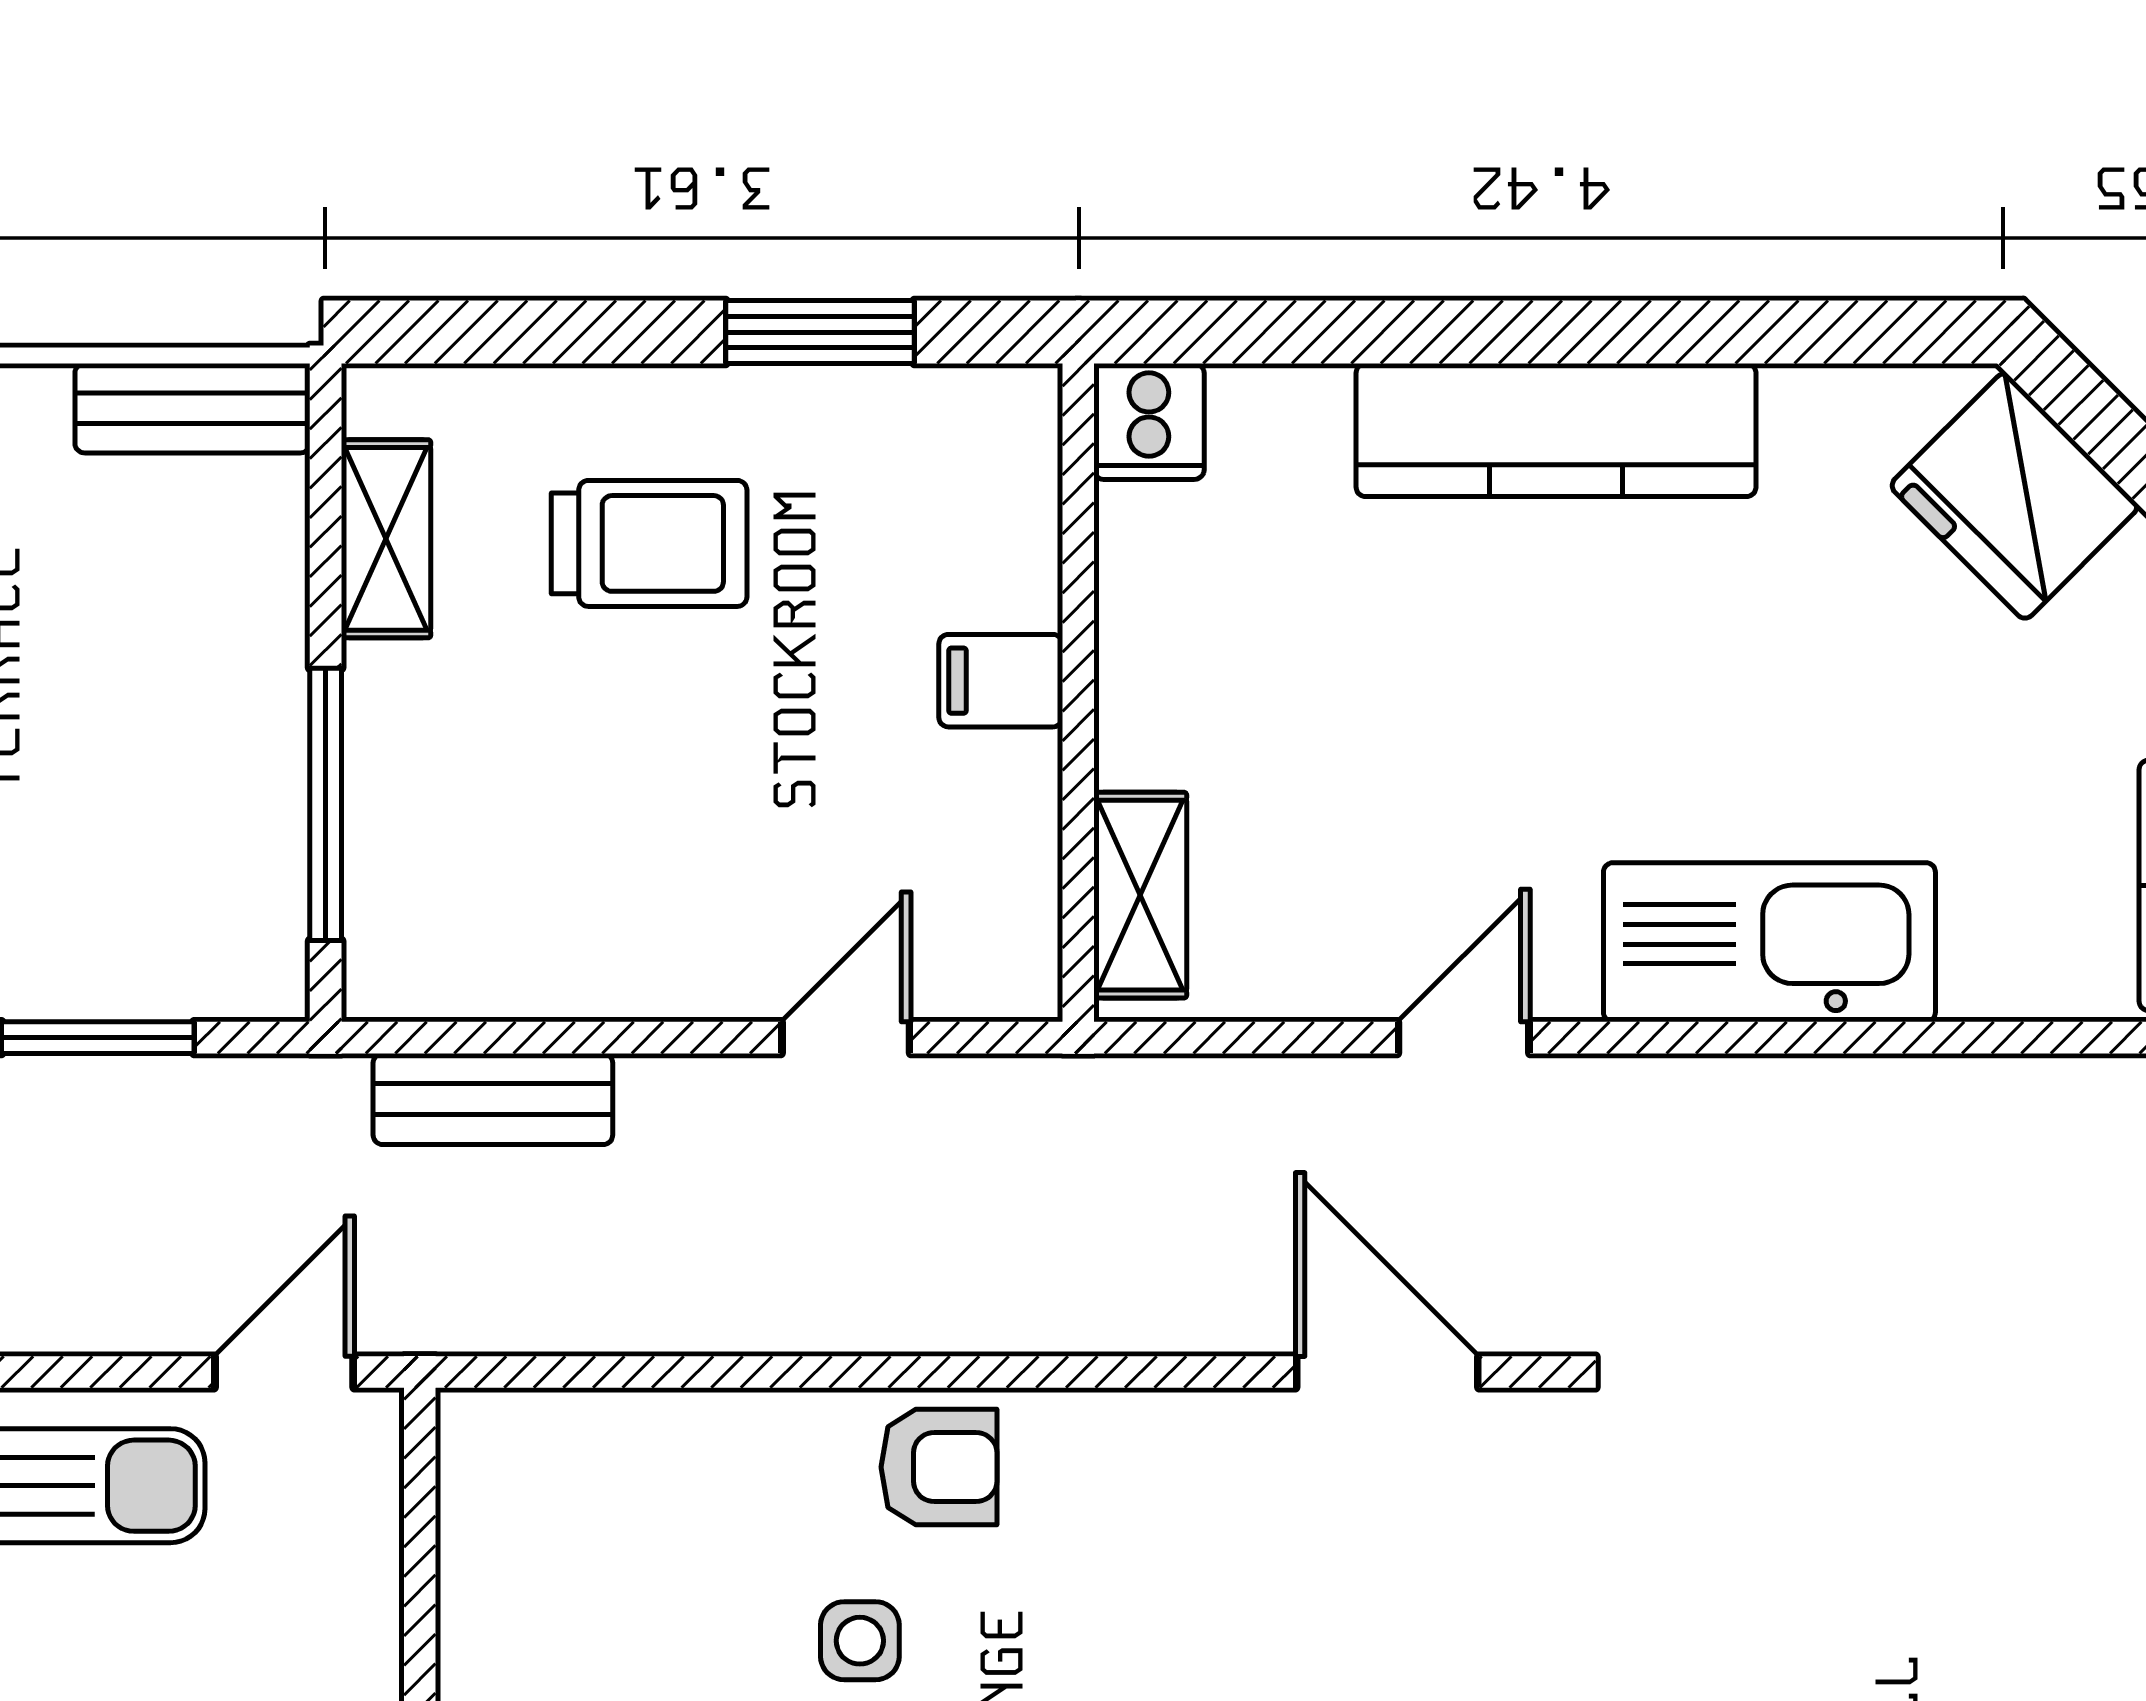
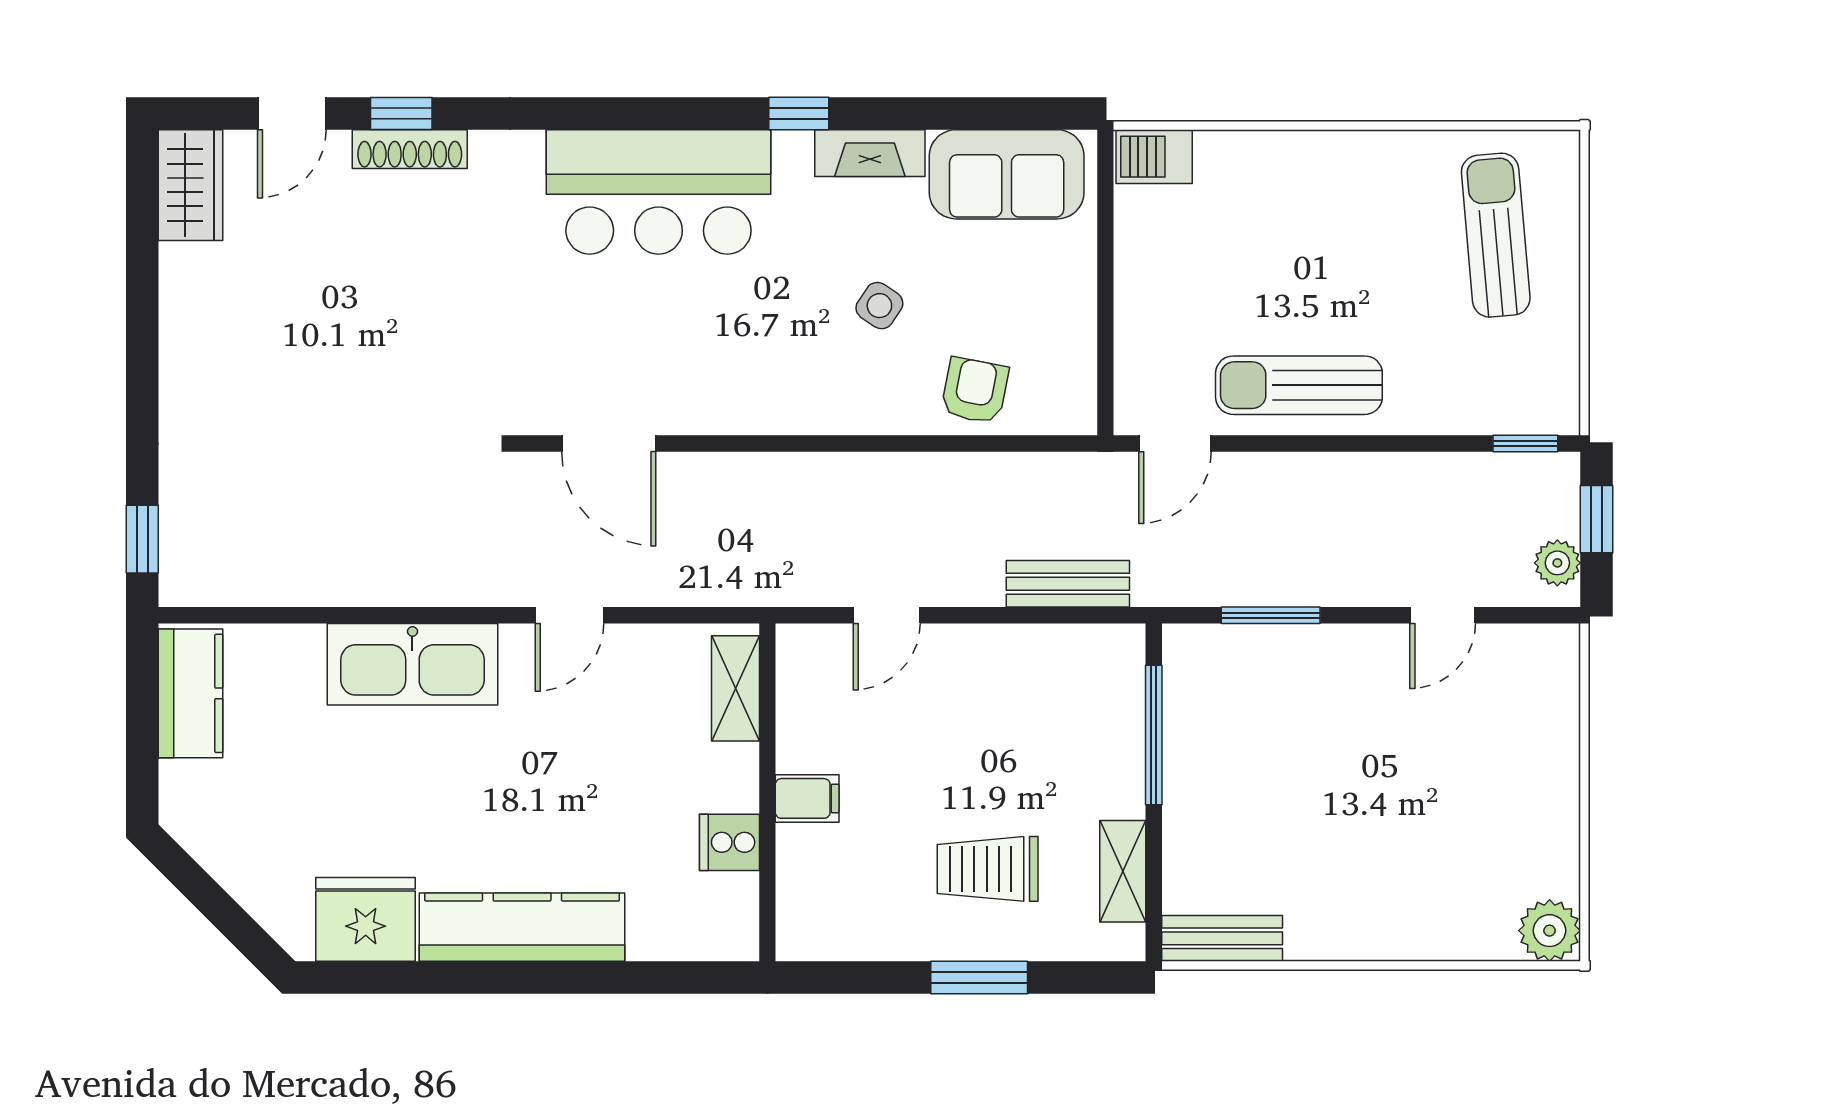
window: (820, 332) -> (979, 977), moved
cooker: (1149, 421) -> (729, 842), moved, turned -90
fridge: (2014, 496) -> (366, 919), moved, turned -45
armchair: (939, 1467) -> (975, 391), moved, turned 101
side table: (860, 1641) -> (879, 306), turned 34

